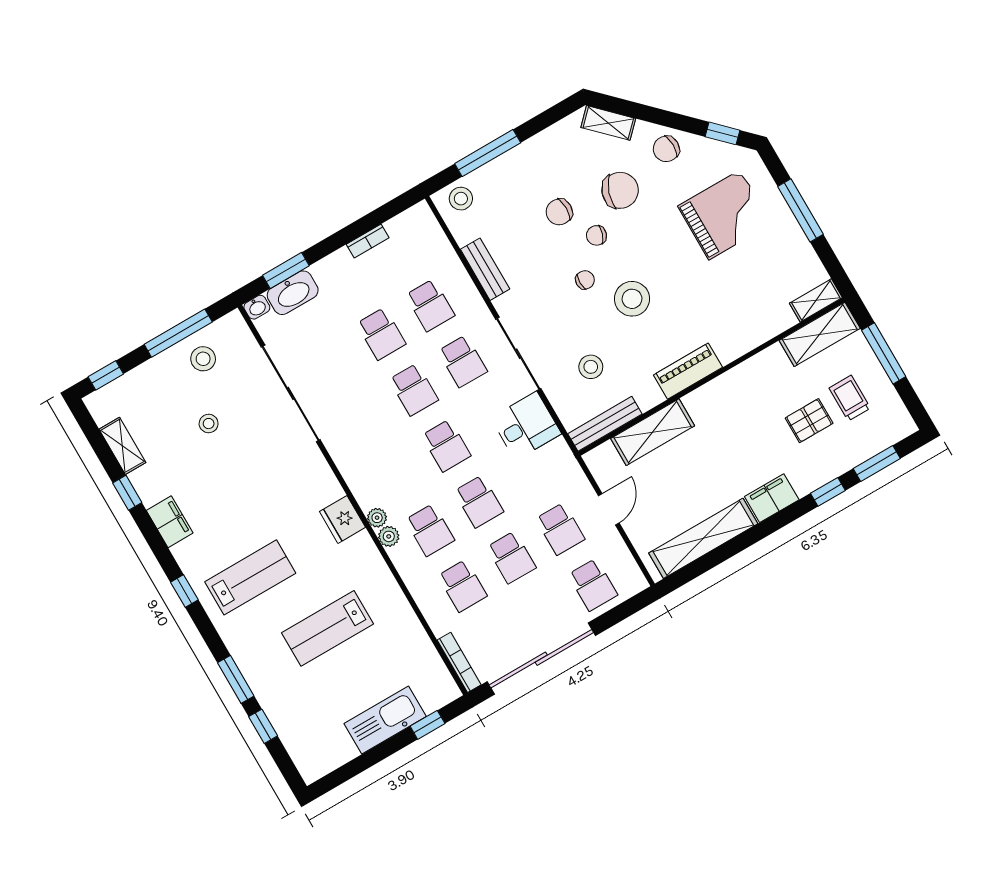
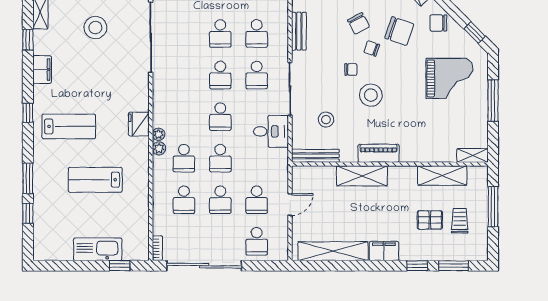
chair: (559, 212) -> (359, 23), turned -118
shelving: (820, 334) -> (442, 176), moved
stool: (209, 424) -> (95, 28), width x1.89, depth x1.89
shelving: (653, 432) -> (362, 176), moved
bookcase: (459, 662) -> (157, 248), width x0.64

